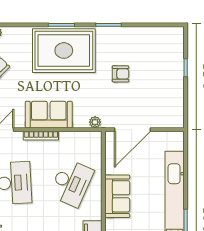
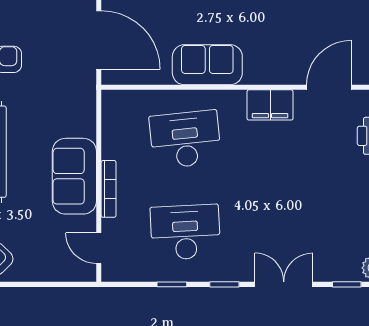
plant: (95, 122) -> (87, 101), removed
desk: (71, 183) -> (185, 139), turned -30

